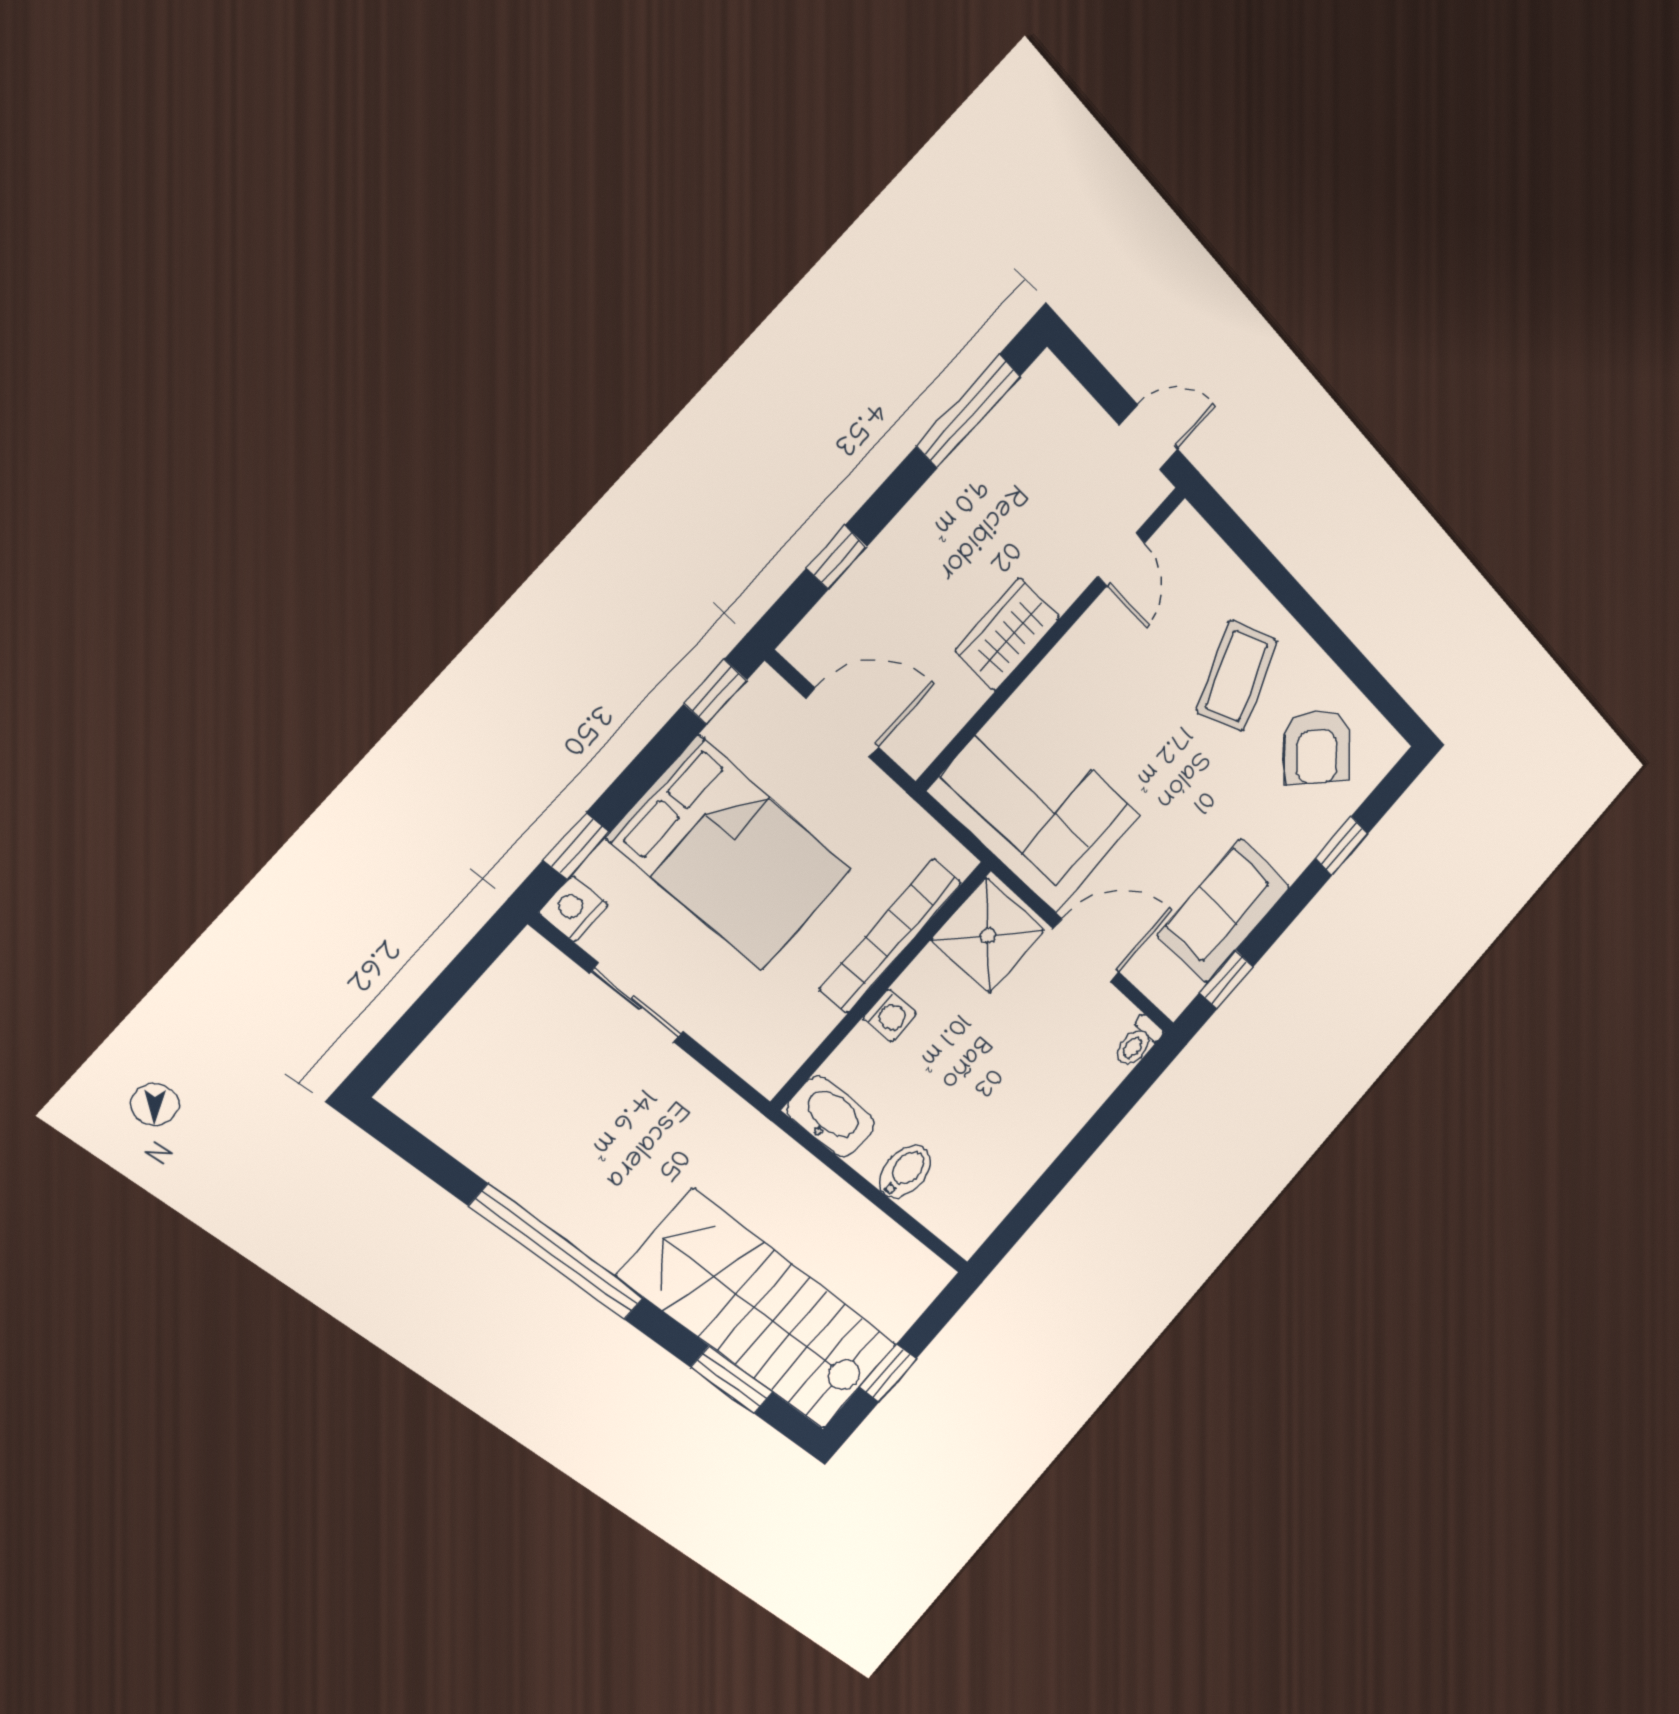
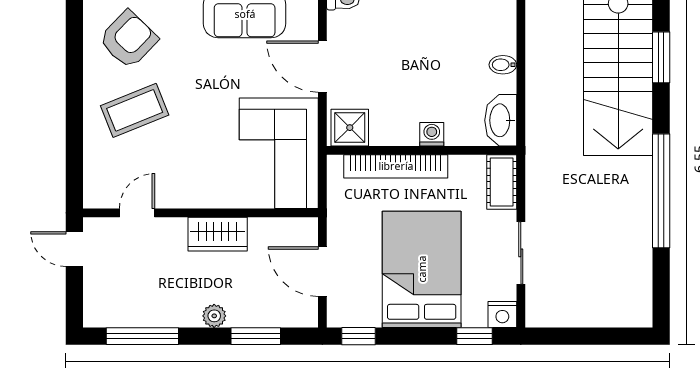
plant: (911, 529) -> (214, 316), added
window: (837, 557) -> (256, 336), width x1.50
shower: (988, 936) -> (350, 128), width x0.73, depth x0.73
cot: (752, 1054) -> (502, 182), added
bidet: (905, 1172) -> (503, 65), width x0.72, depth x0.74

